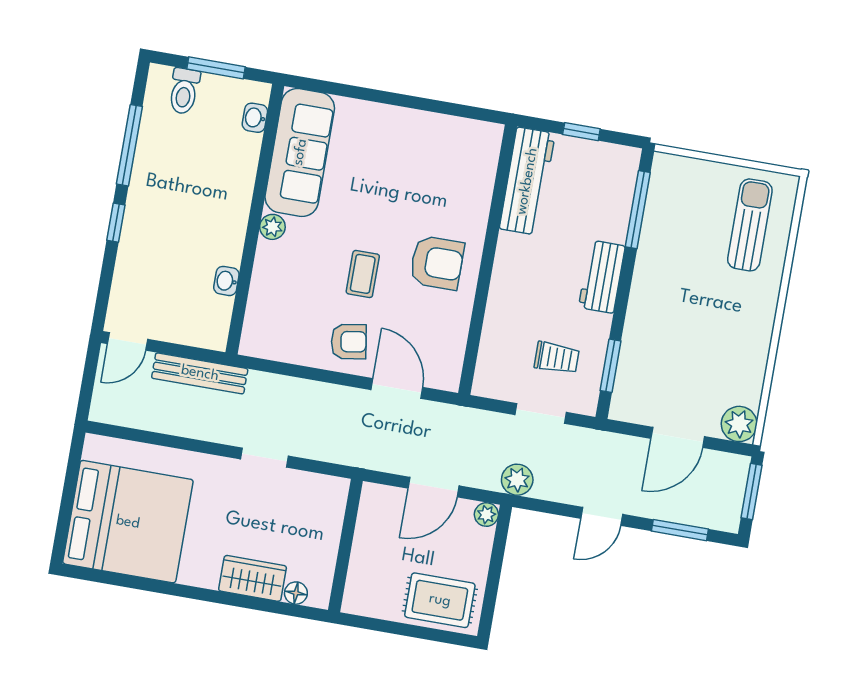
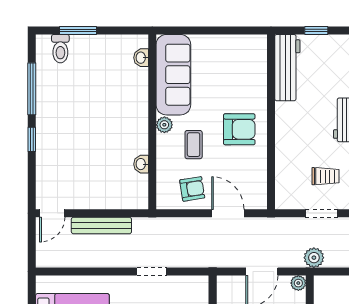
washbasin: (255, 118) -> (141, 58), moved
sofa: (300, 152) -> (173, 75), moved
wall: (255, 219) -> (152, 122), moved
plant: (272, 227) -> (164, 125), moved
washbasin: (226, 281) -> (141, 164), moved

